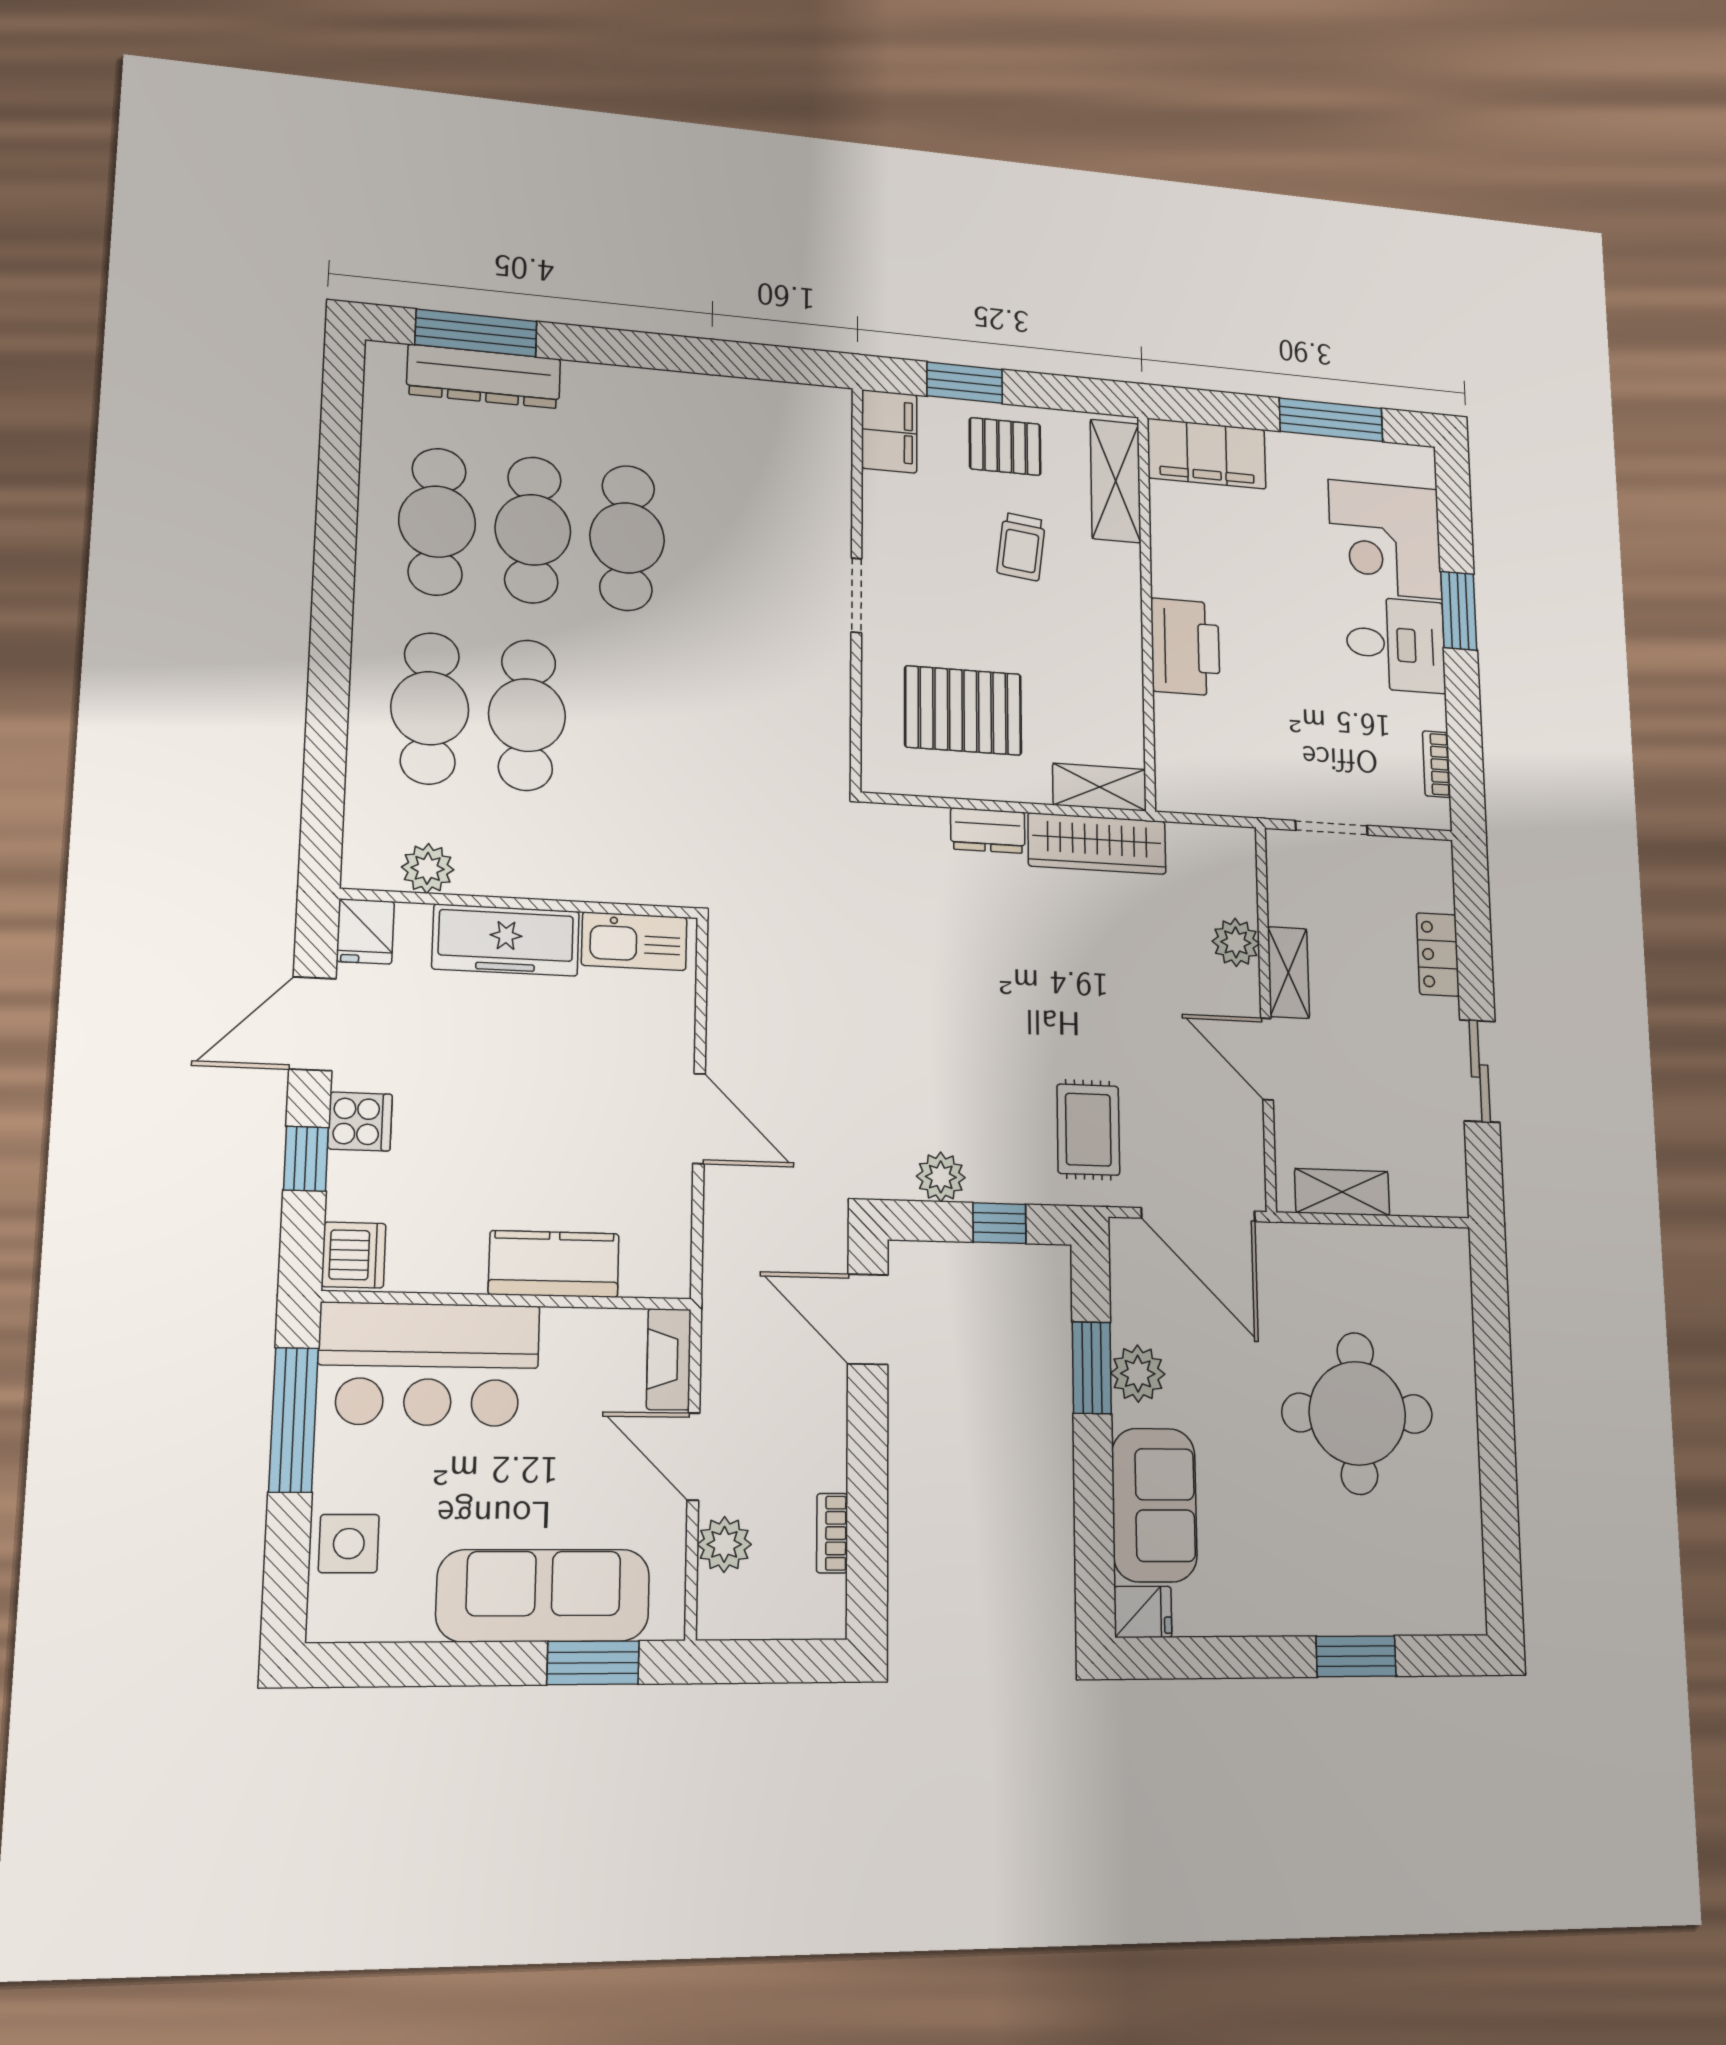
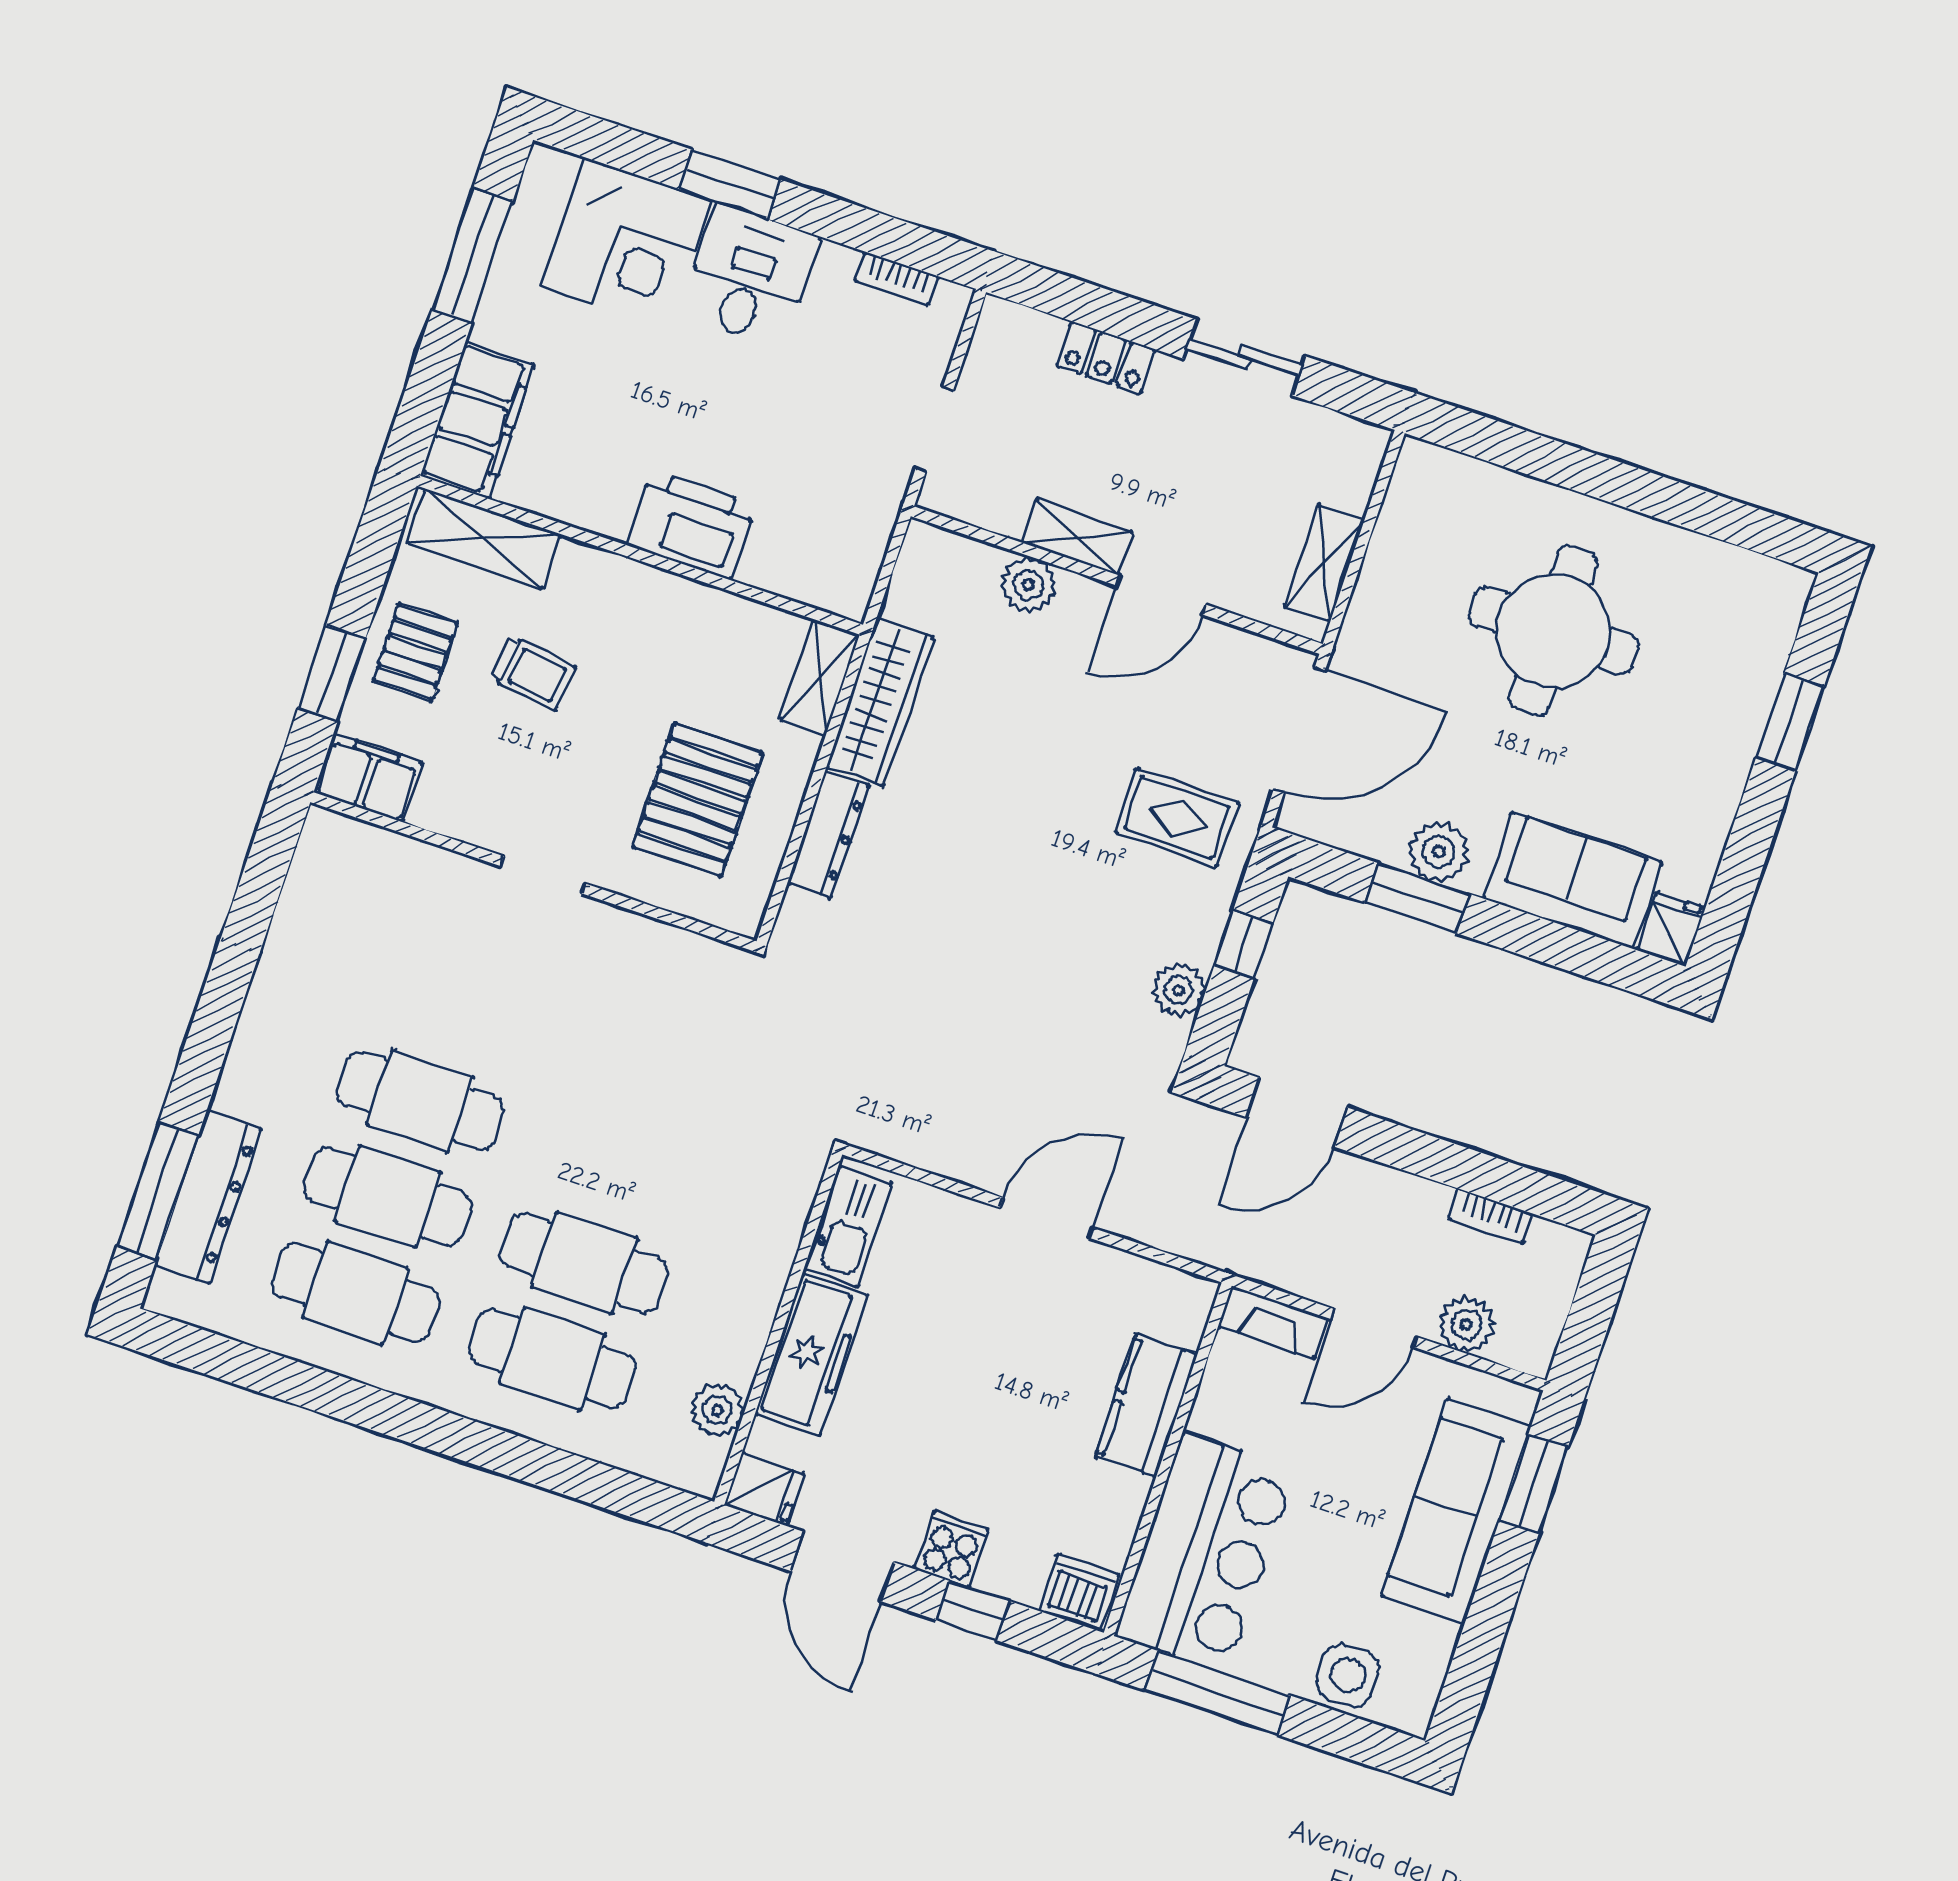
dresser: (988, 831) -> (828, 835), width x1.44

